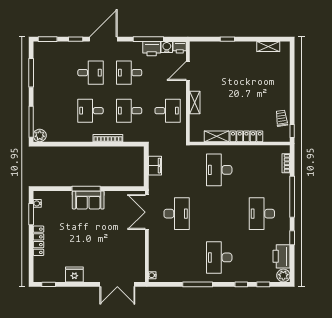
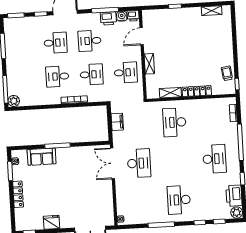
desk: (129, 111) -> (92, 74), turned 180
sofa: (88, 200) -> (42, 157), moved
desk: (262, 214) -> (214, 159), turned 180

